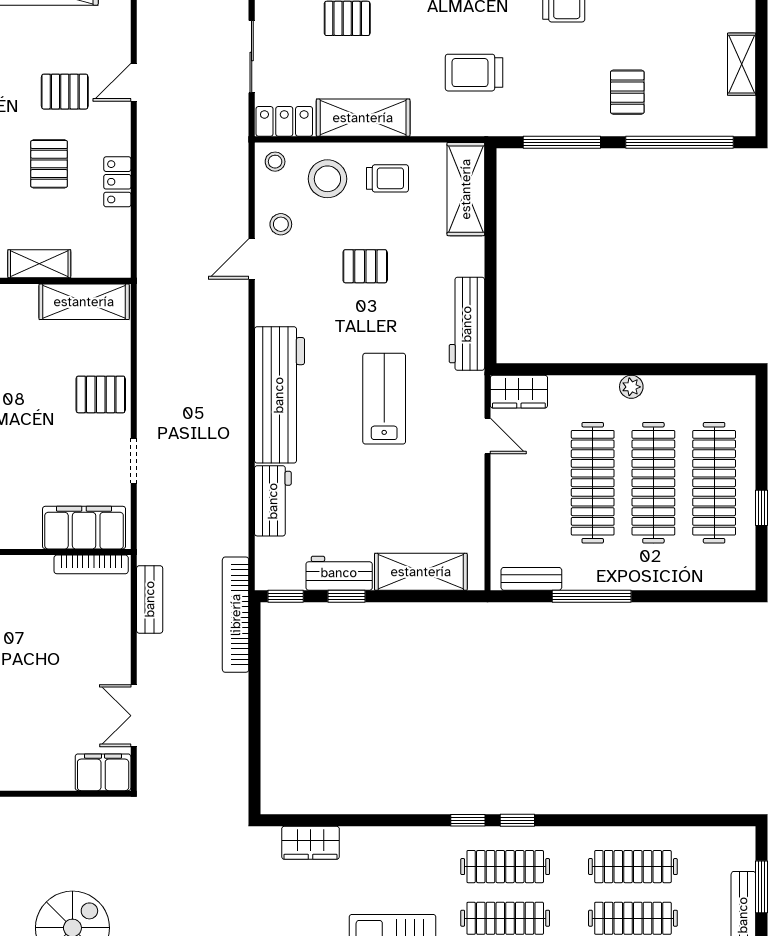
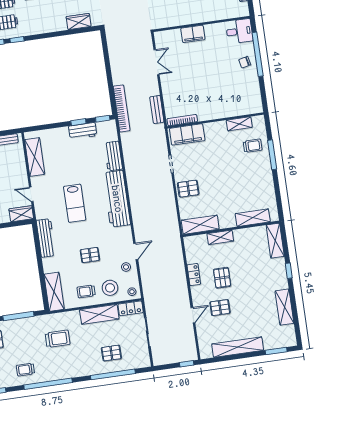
shelving: (421, 572) -> (35, 157), moved, turned 90
filing cabinet: (103, 772) -> (193, 34), moved

